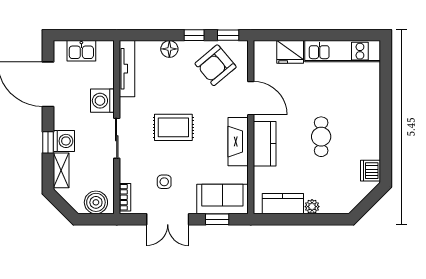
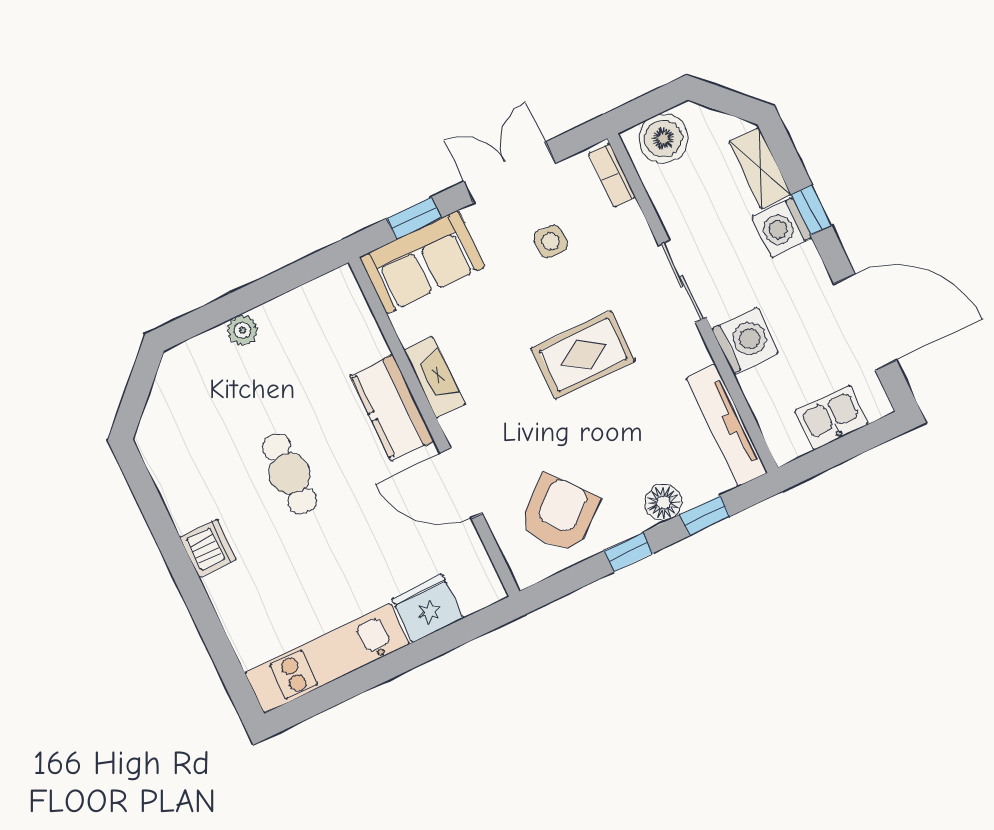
window: (228, 35) -> (705, 515), moved
fireplace: (238, 142) -> (434, 377), width x0.73, depth x0.76
dishwasher: (370, 171) -> (208, 548), moved
kitchen counter: (283, 204) -> (302, 309), removed

